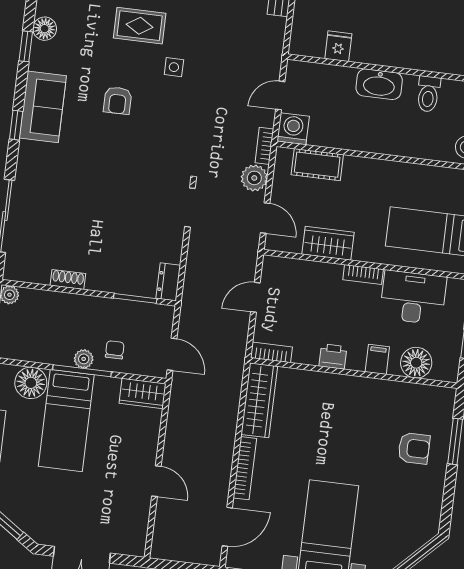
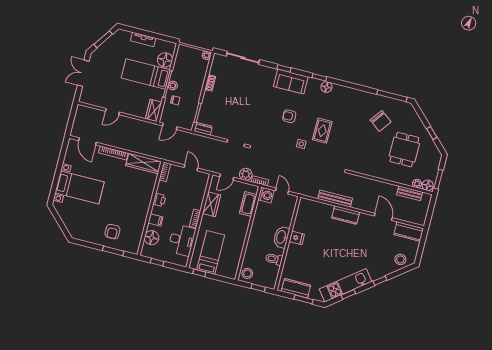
fridge: (338, 46) -> (297, 238), moved

